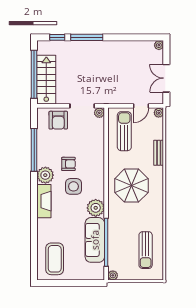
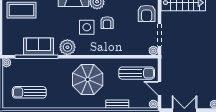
armchair: (58, 120) -> (147, 13), turned -90
sofa: (95, 240) -> (38, 46), width x0.73

